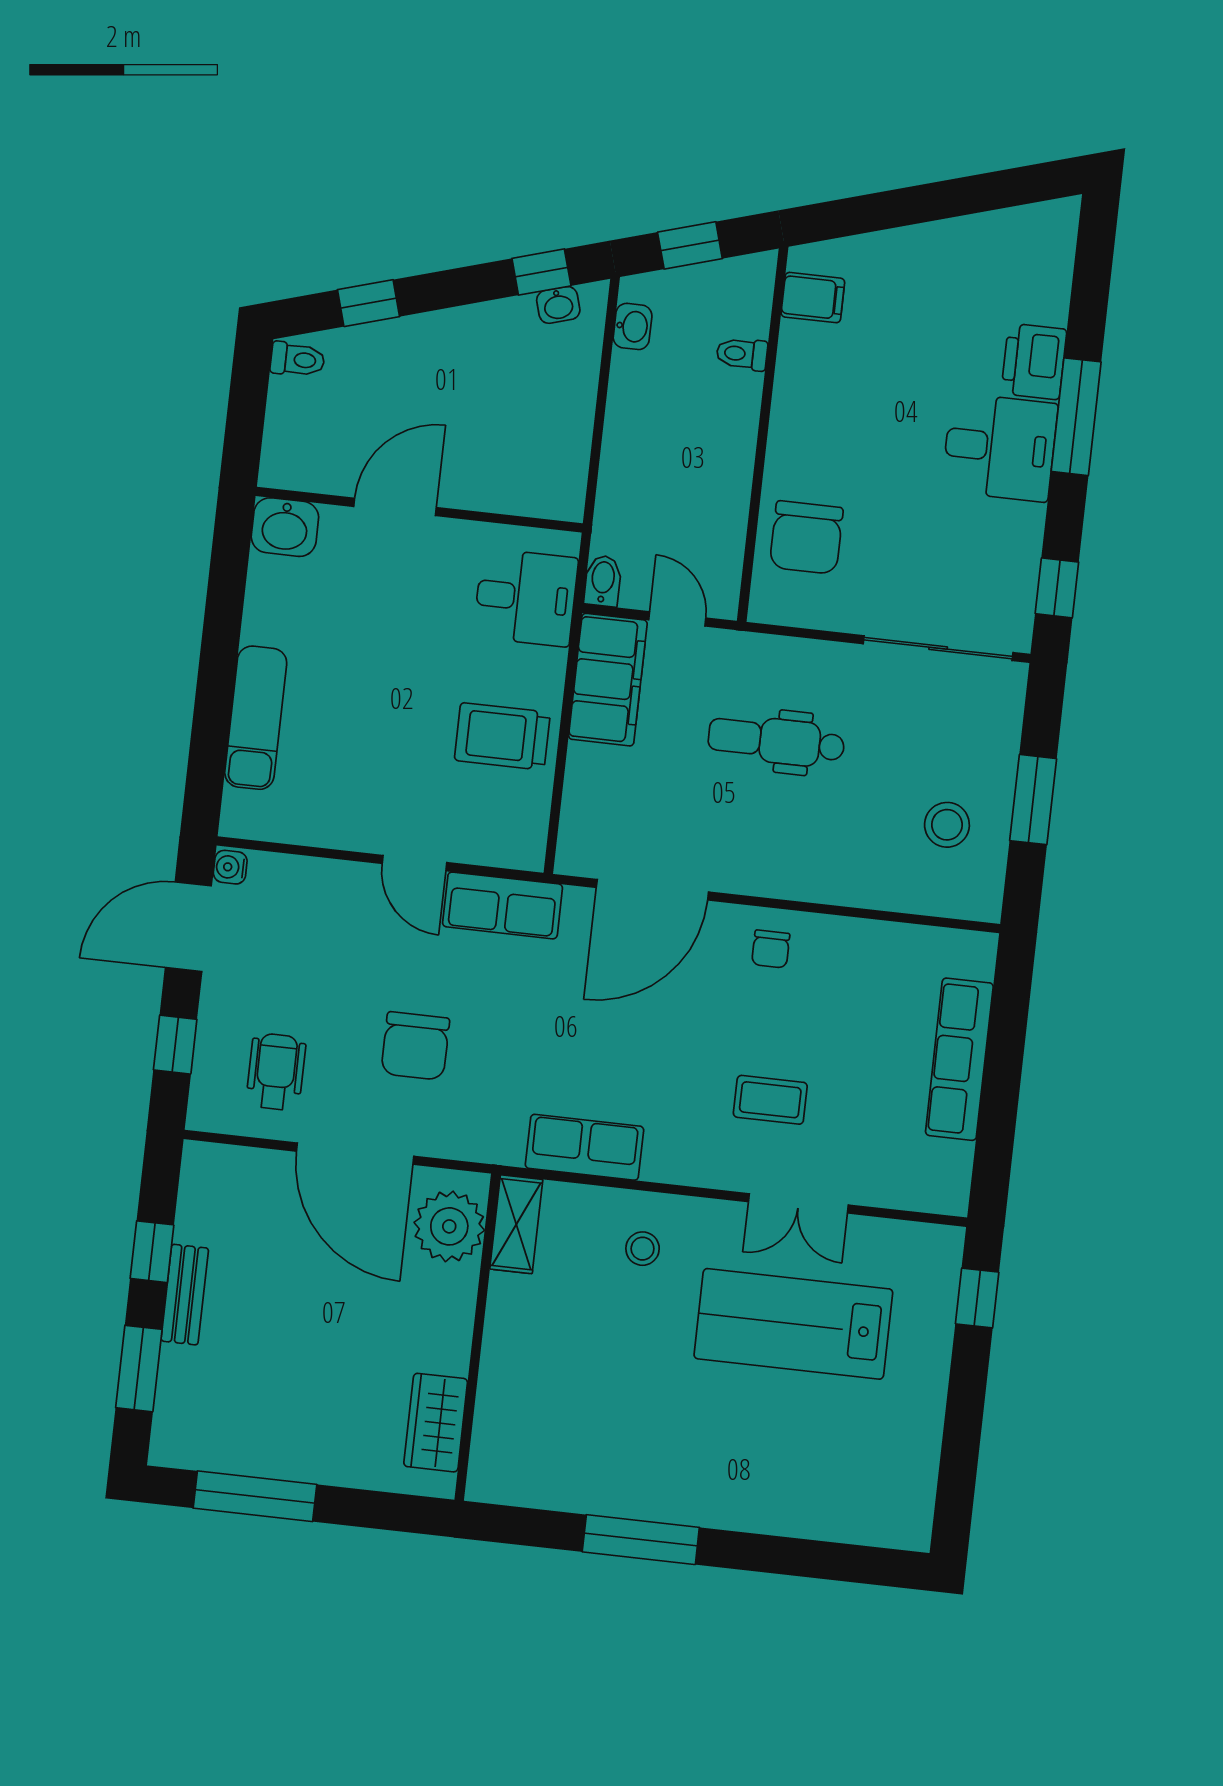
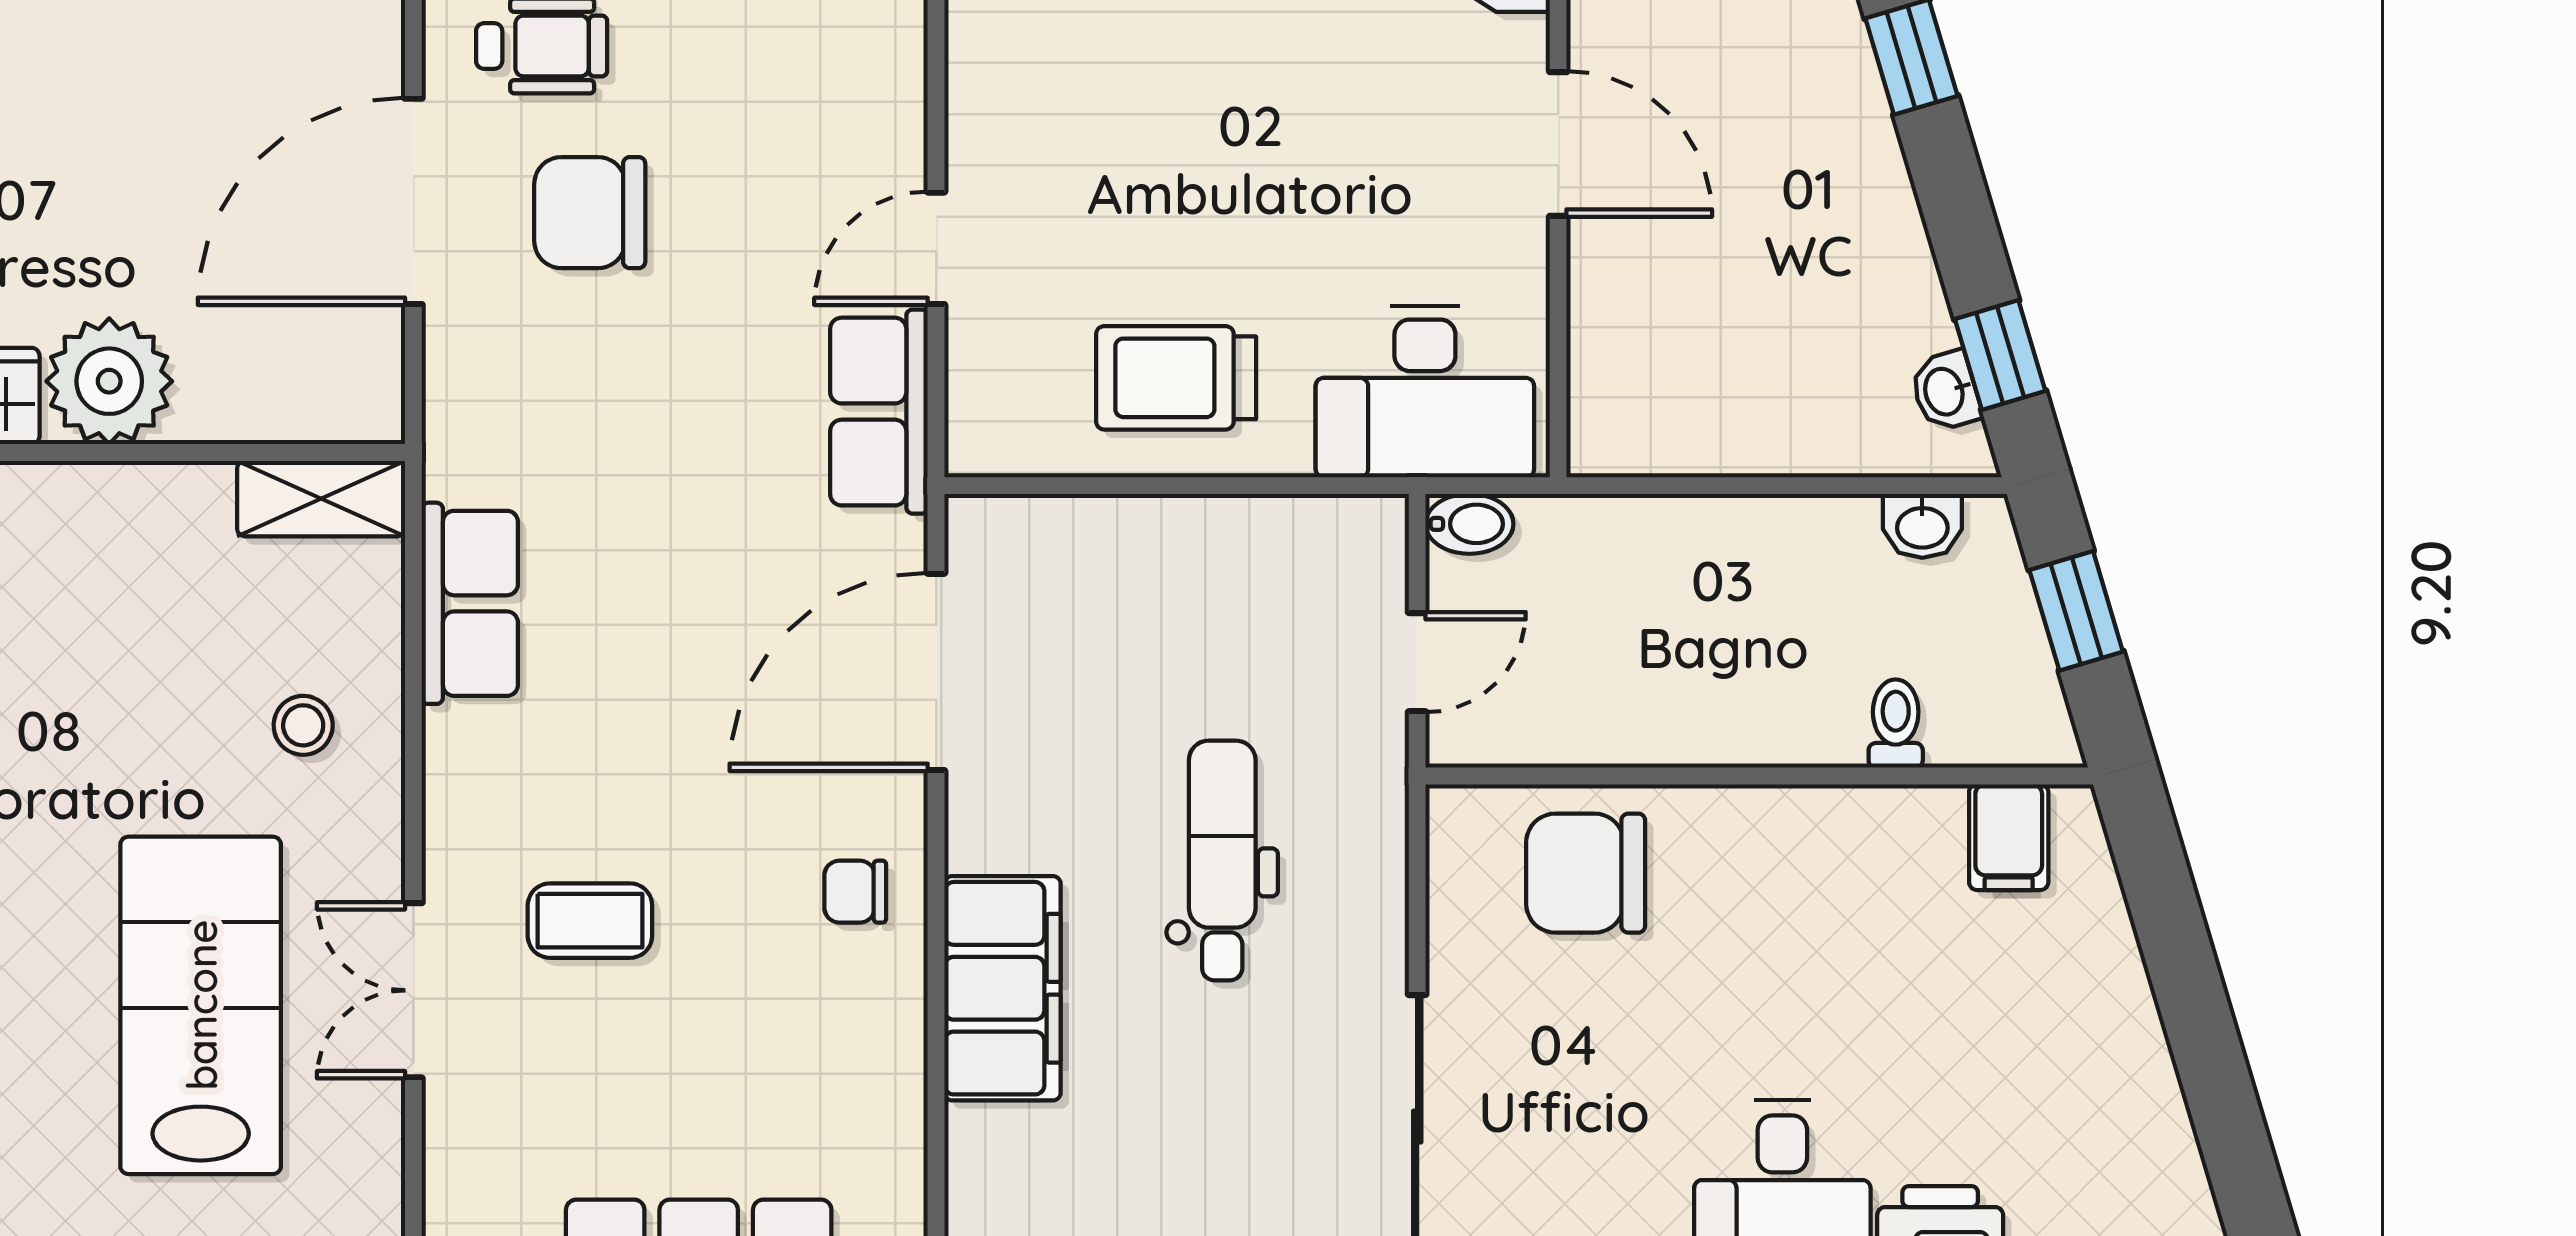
desk: (526, 597) -> (1425, 392), width x1.37
filing cabinet: (608, 680) -> (1002, 988), moved, turned -90
trolley: (502, 736) -> (1176, 378), turned -90
stool: (947, 825) -> (1108, 1177), removed
door: (652, 890) -> (936, 672), hinge flipped
chair: (415, 1046) -> (590, 213), moved
coffee table: (770, 1100) -> (590, 921), turned 90
plant: (449, 1226) -> (109, 381), moved

